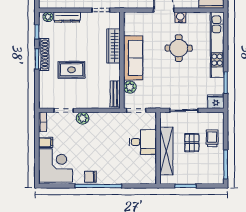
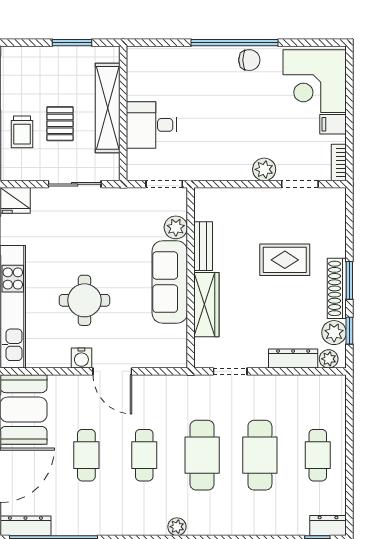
plant: (45, 31) -> (334, 333), added
bench: (115, 94) -> (203, 246), moved

